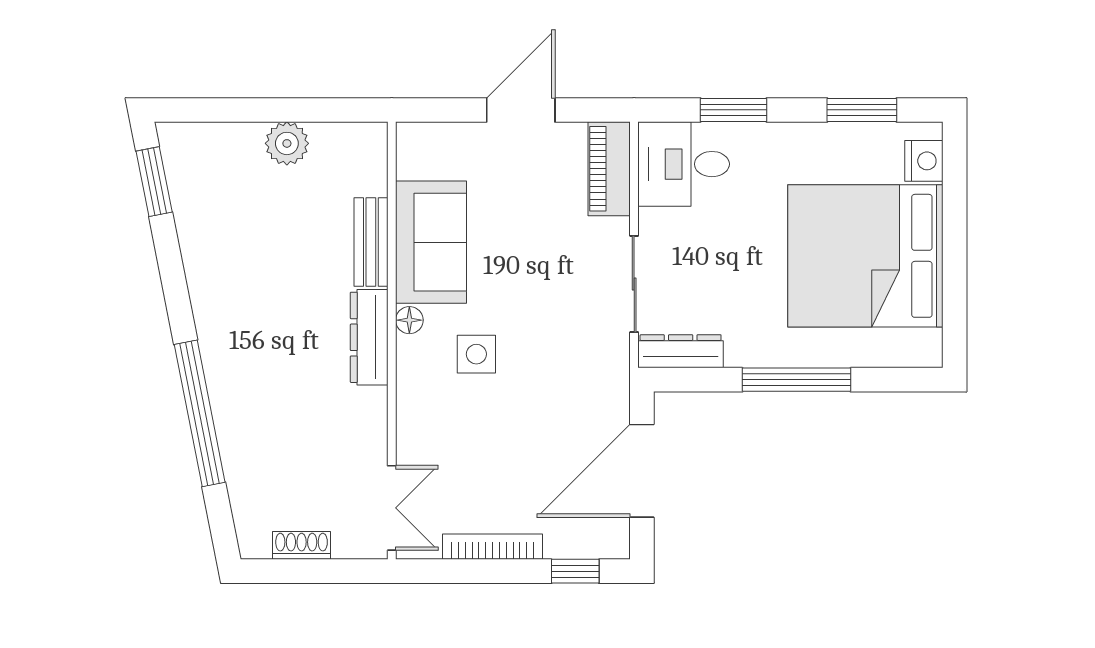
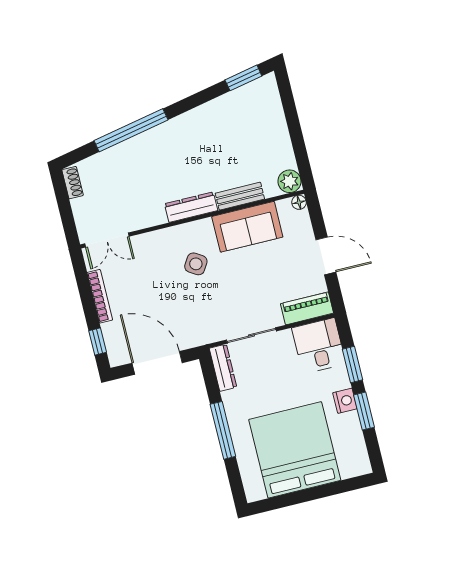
window: (862, 110) -> (364, 411), moved
plant: (287, 143) -> (289, 181), moved
nightstand: (924, 161) -> (345, 401), moved, turned -90
floor lamp: (409, 320) -> (299, 202), moved
side table: (476, 354) -> (196, 264), turned 33
shoe rack: (302, 545) -> (73, 183), moved

